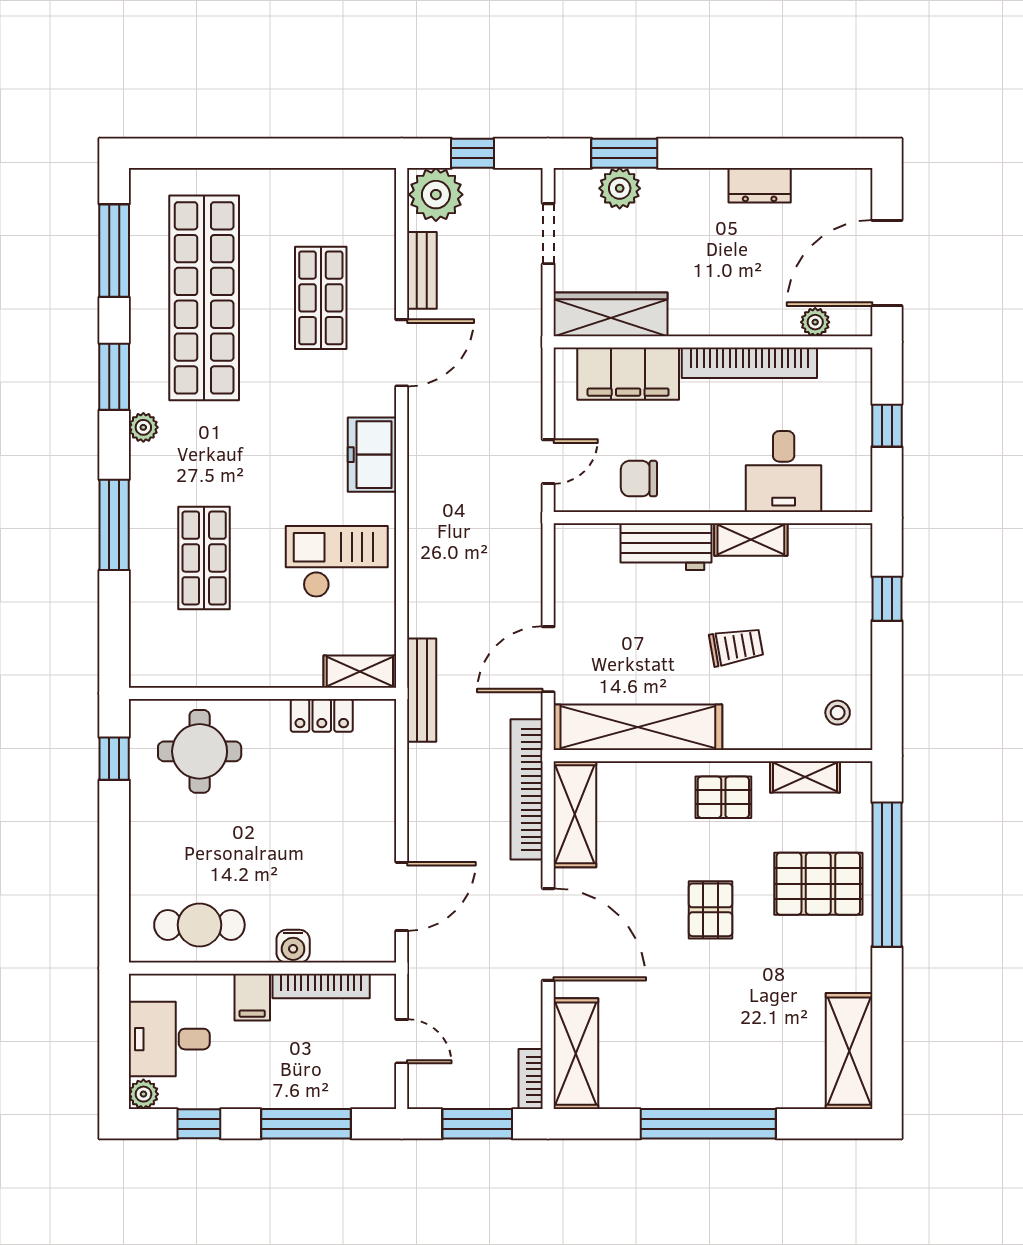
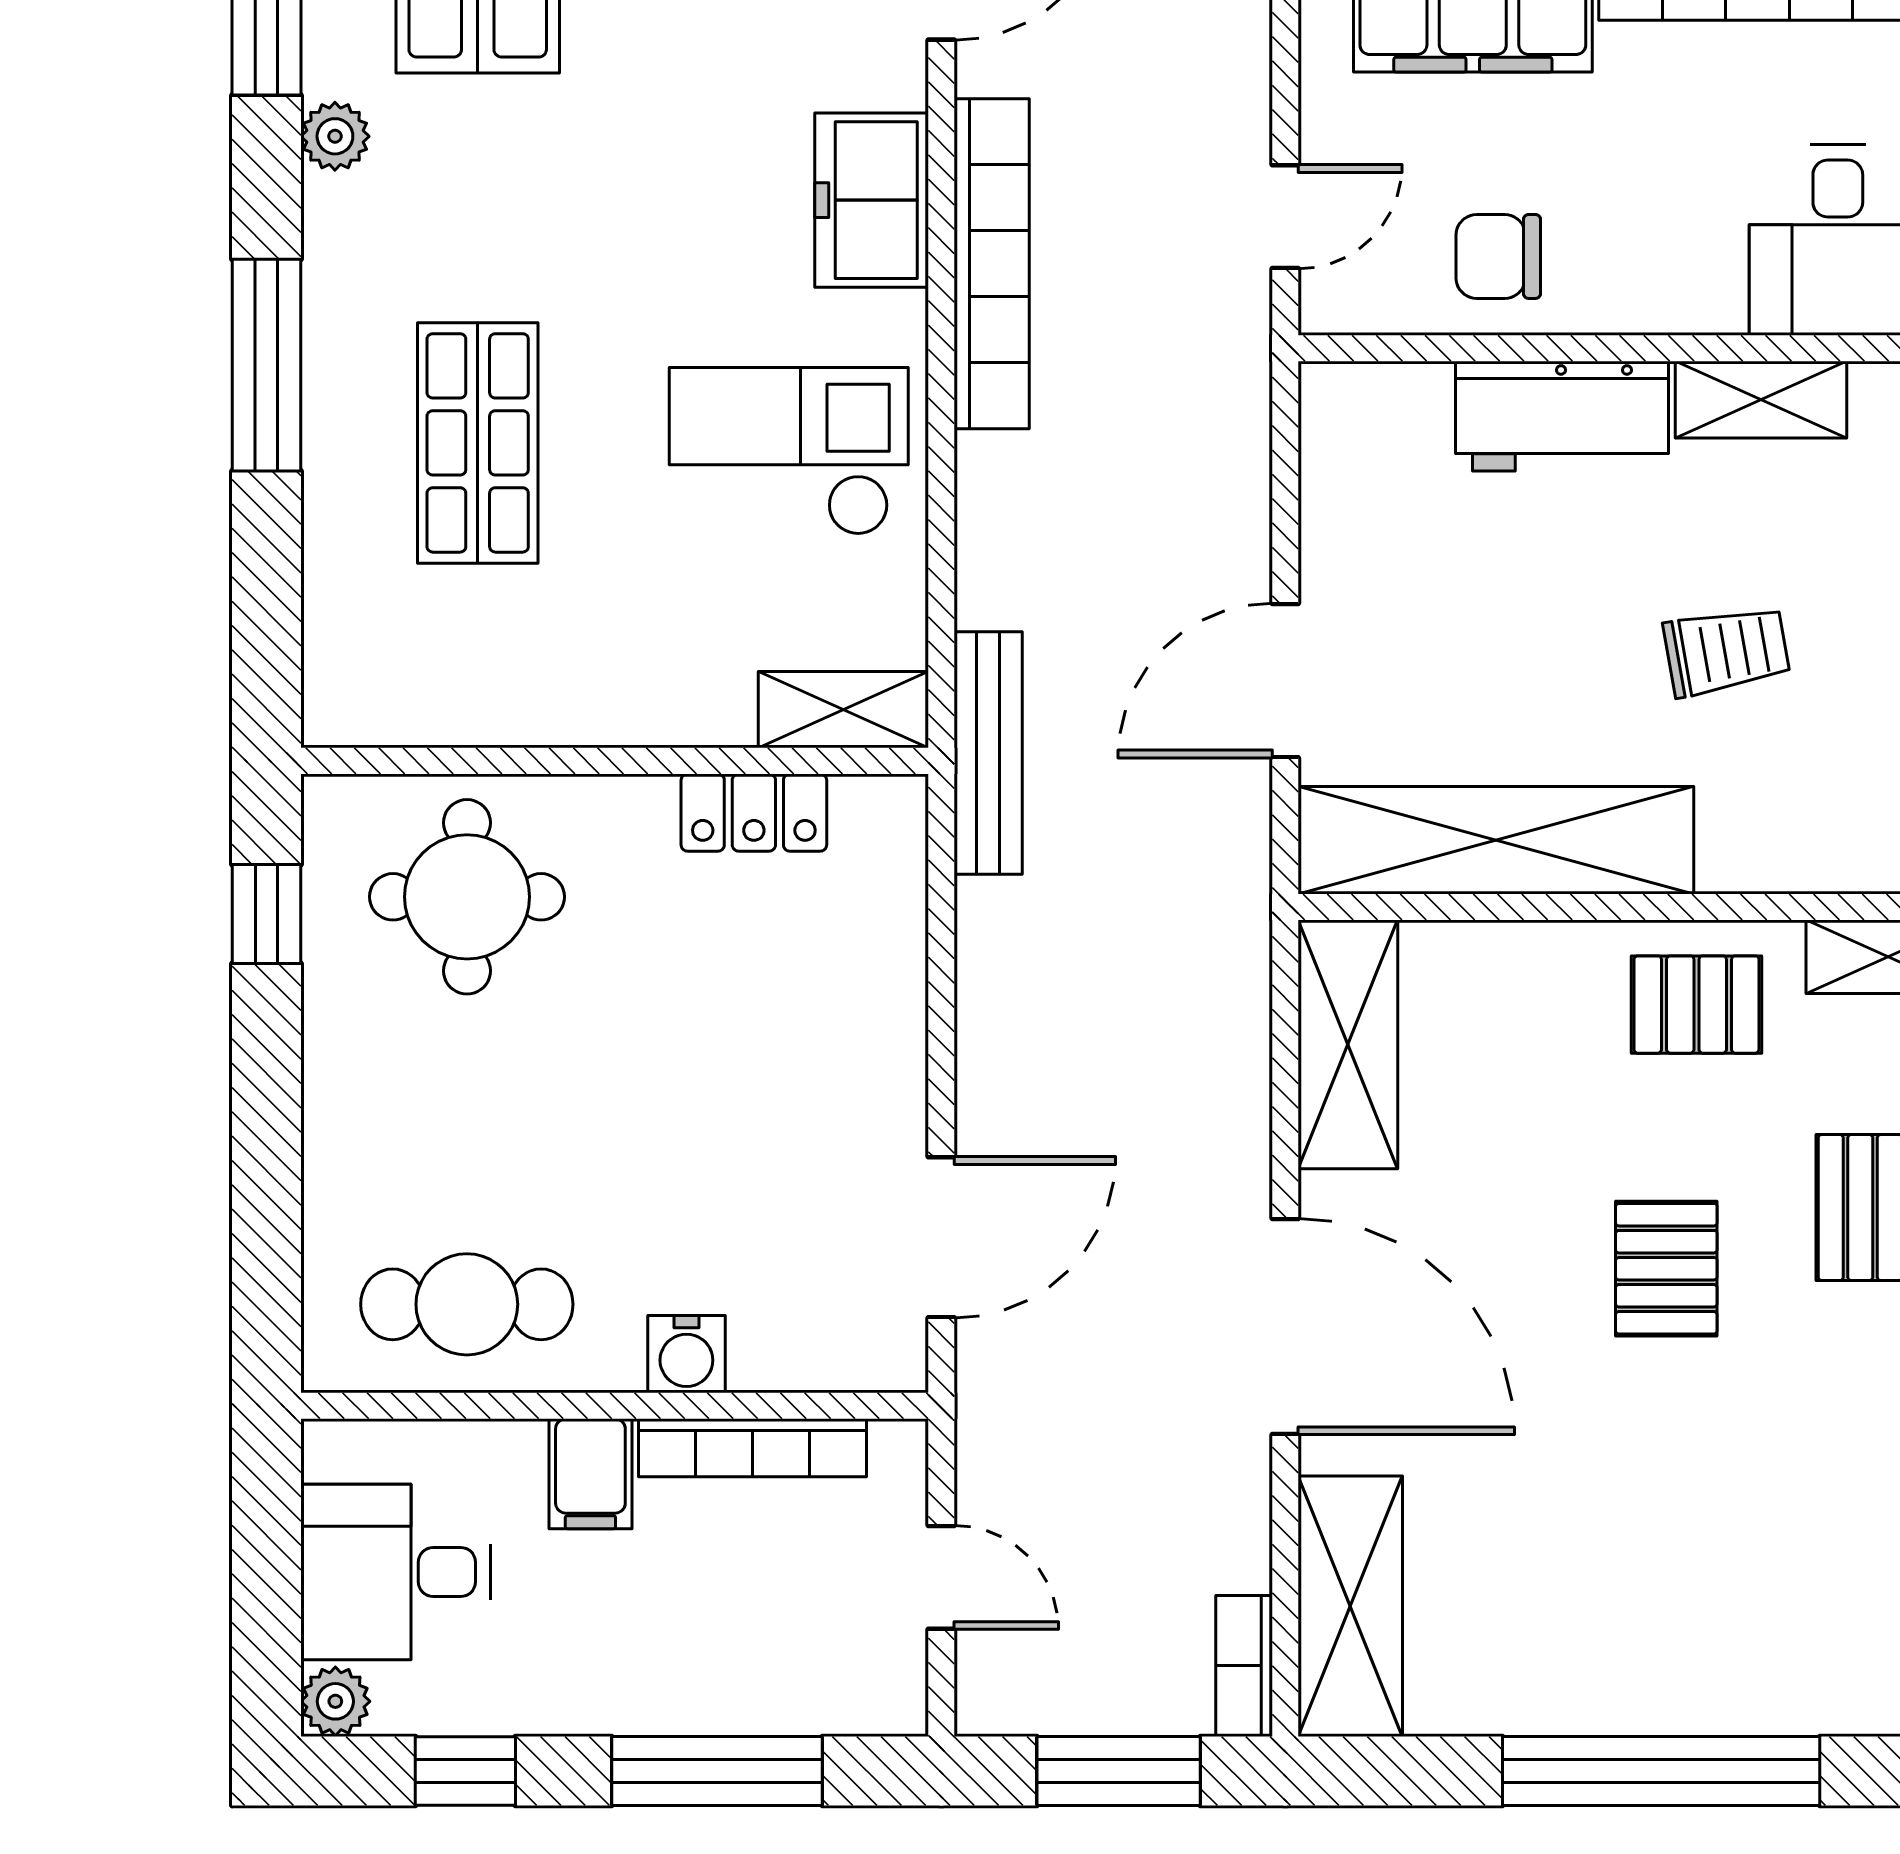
bookcase: (527, 789) -> (992, 264), moved, turned 180

